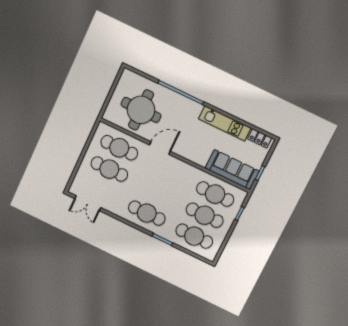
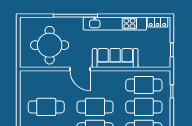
kitchen unit: (225, 123) -> (115, 23), width x1.36
cafe table: (119, 148) -> (95, 107), moved
door: (160, 148) -> (80, 69), swing flipped
sofa: (232, 170) -> (115, 58), moved

